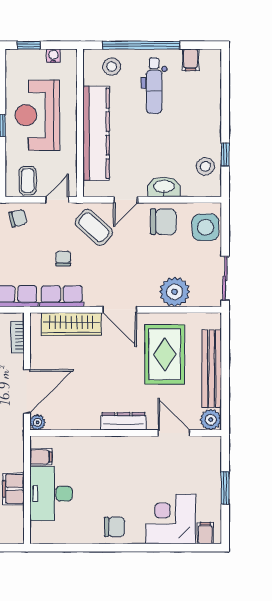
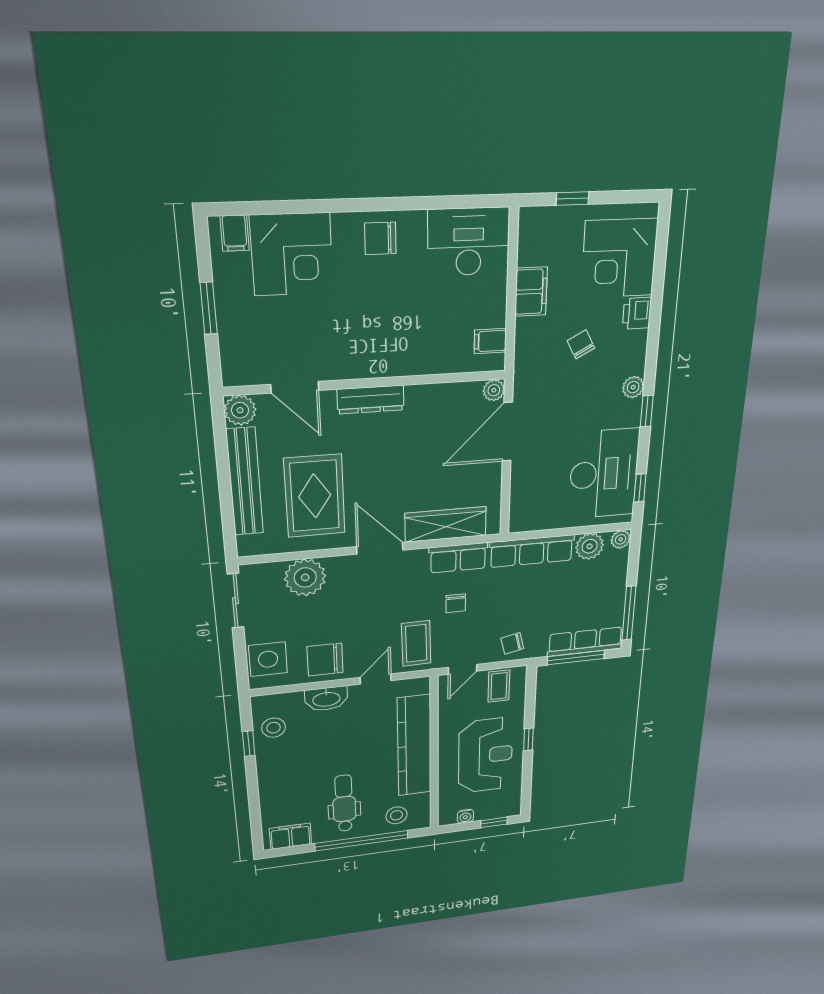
filing cabinet: (191, 60) -> (290, 836), width x2.00
coffee table: (94, 227) -> (416, 643), turned 46
bookcase: (18, 337) -> (518, 502), removed
desk: (51, 494) -> (469, 242), moved, turned -90

